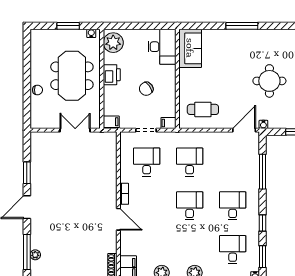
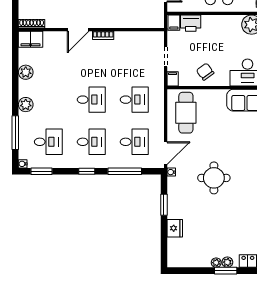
printer: (112, 75) -> (191, 23), moved
chair: (146, 89) -> (205, 72), moved
cafe table: (203, 109) -> (186, 113), width x1.37, depth x1.35
door: (244, 130) -> (166, 153), hinge flipped
desk: (147, 162) -> (134, 142), moved
window: (262, 223) -> (87, 171), moved

